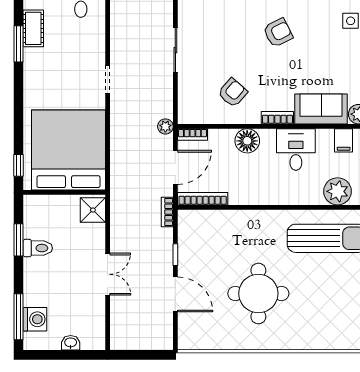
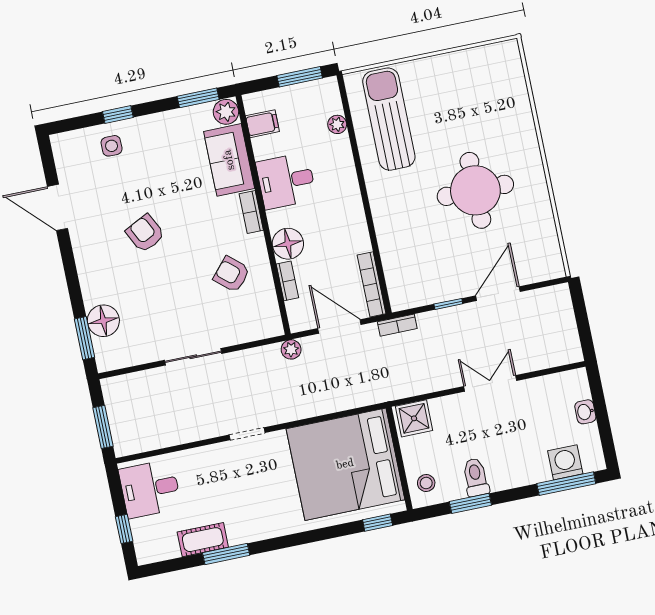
bookcase: (192, 135) -> (287, 281), moved
plant: (338, 191) -> (337, 124), width x0.53, depth x0.53
stool: (41, 209) -> (426, 483), added

